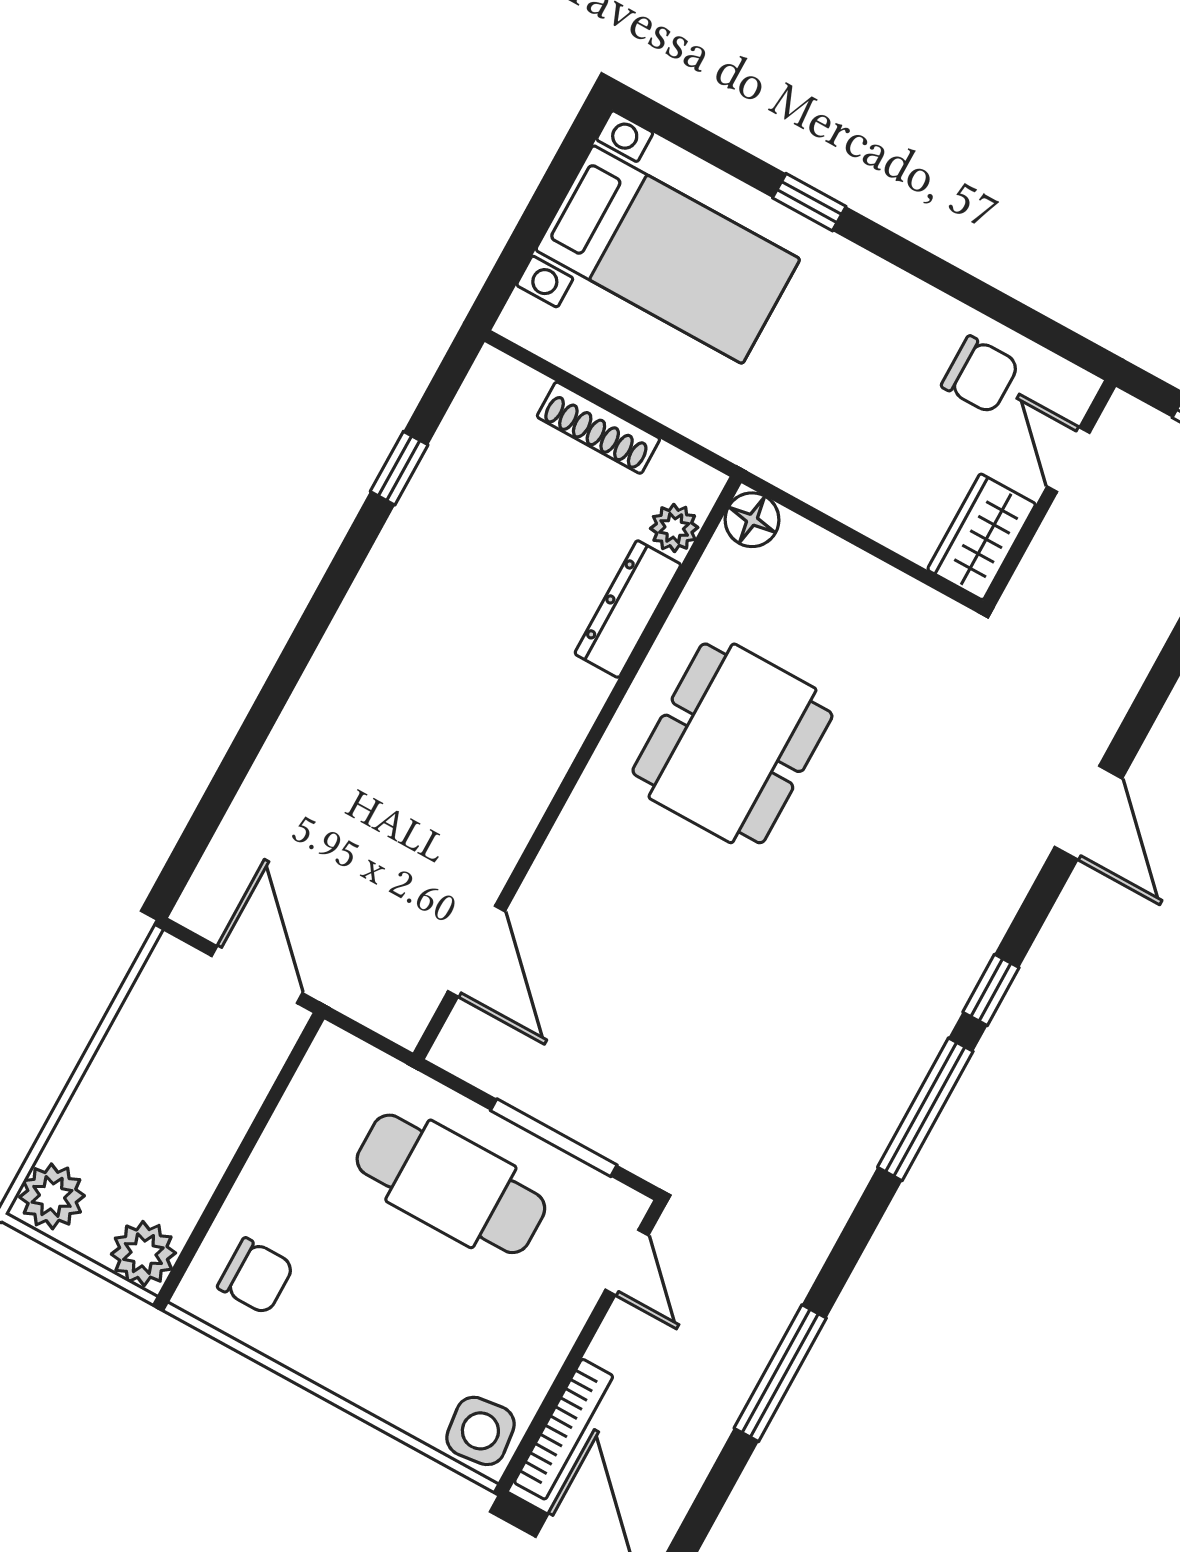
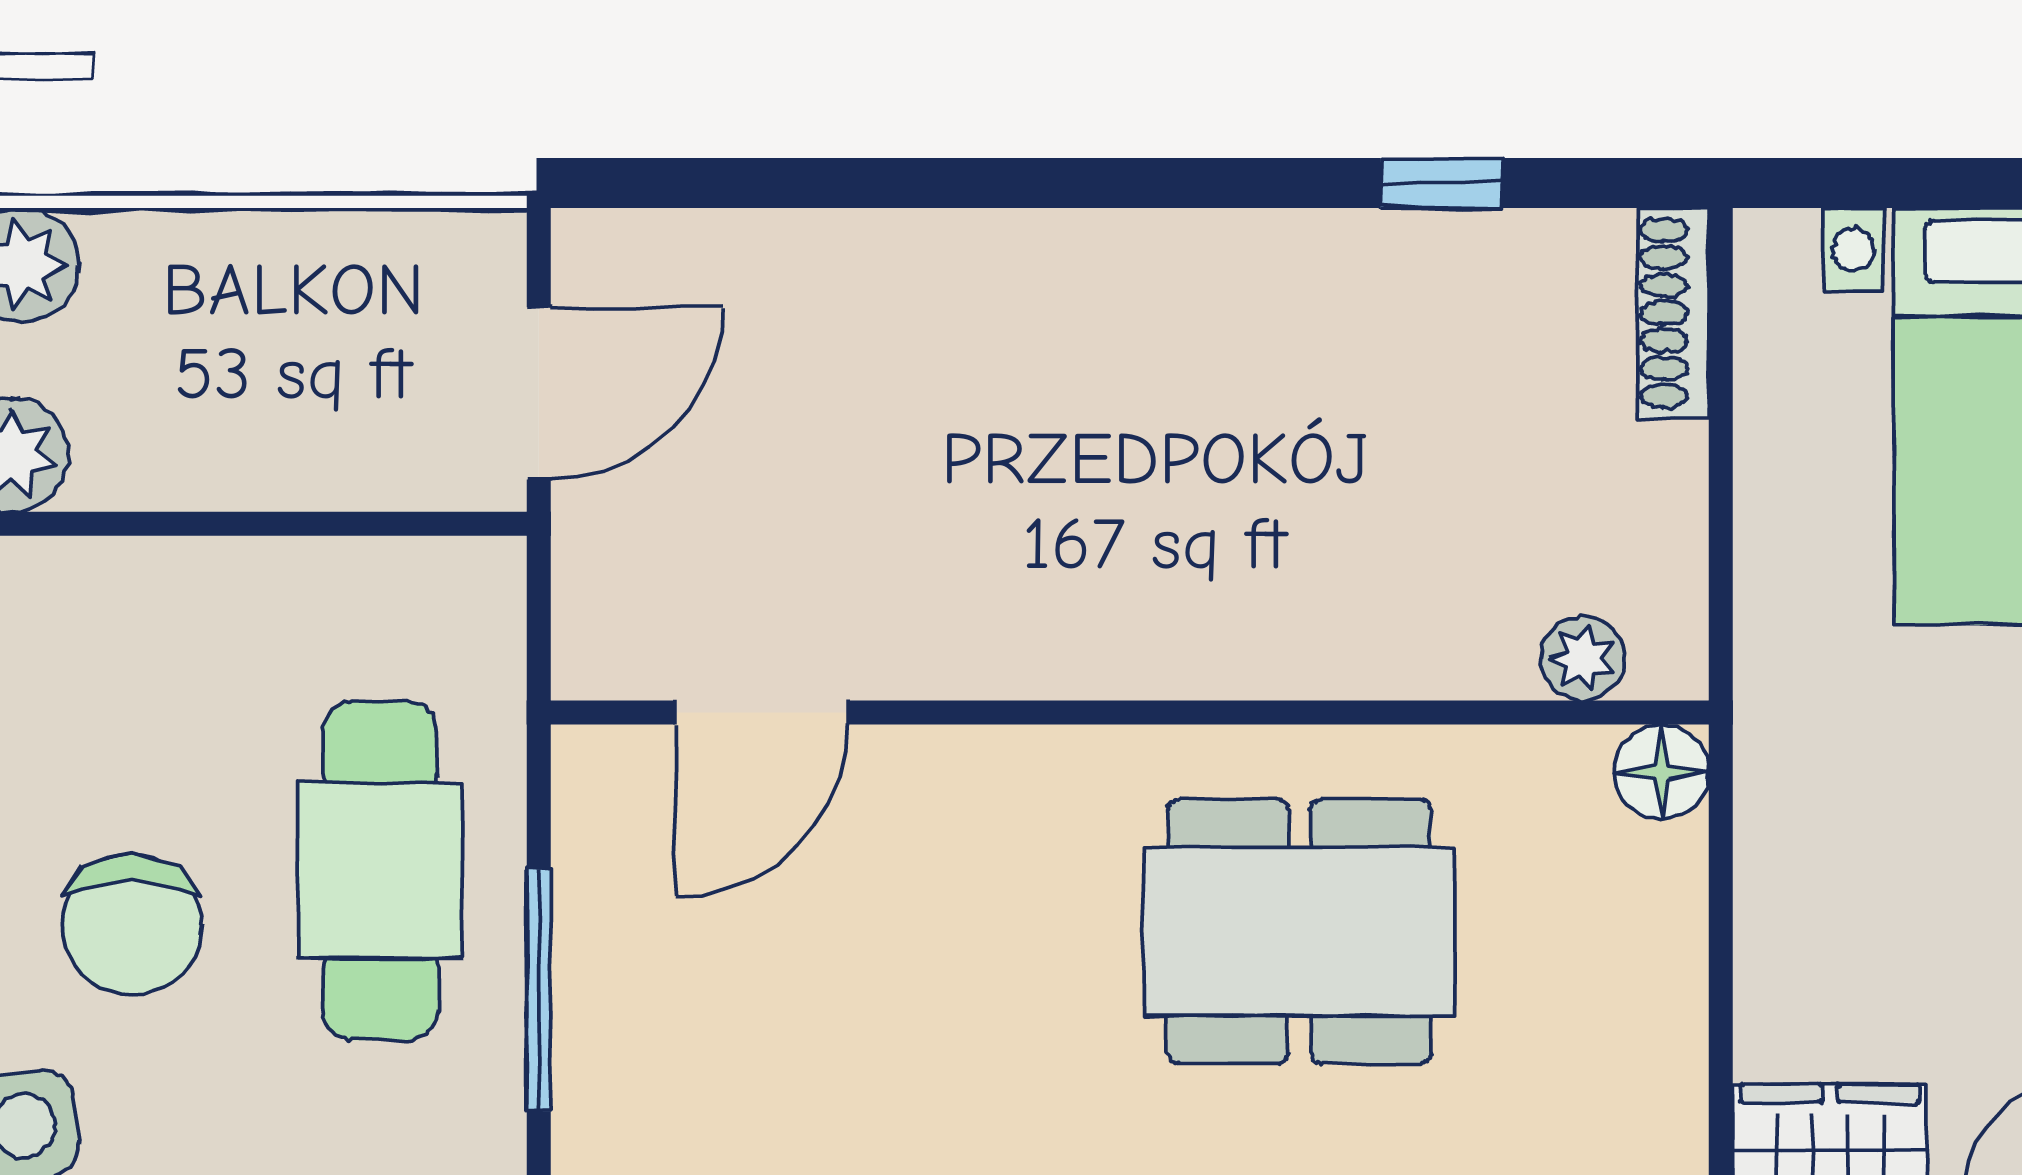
shoe rack: (598, 428) -> (1673, 313), moved
dresser: (628, 609) -> (1418, 656), removed
chair: (256, 1276) -> (132, 925), moved, width x1.37, depth x1.37

